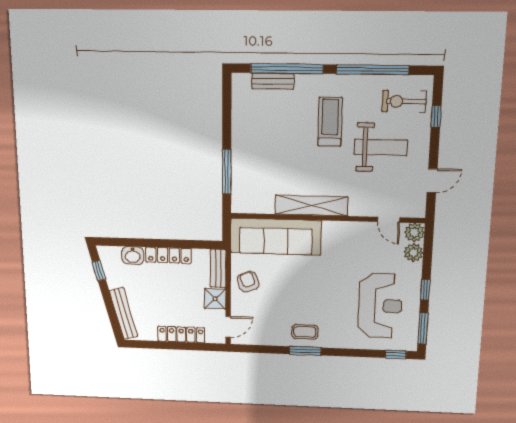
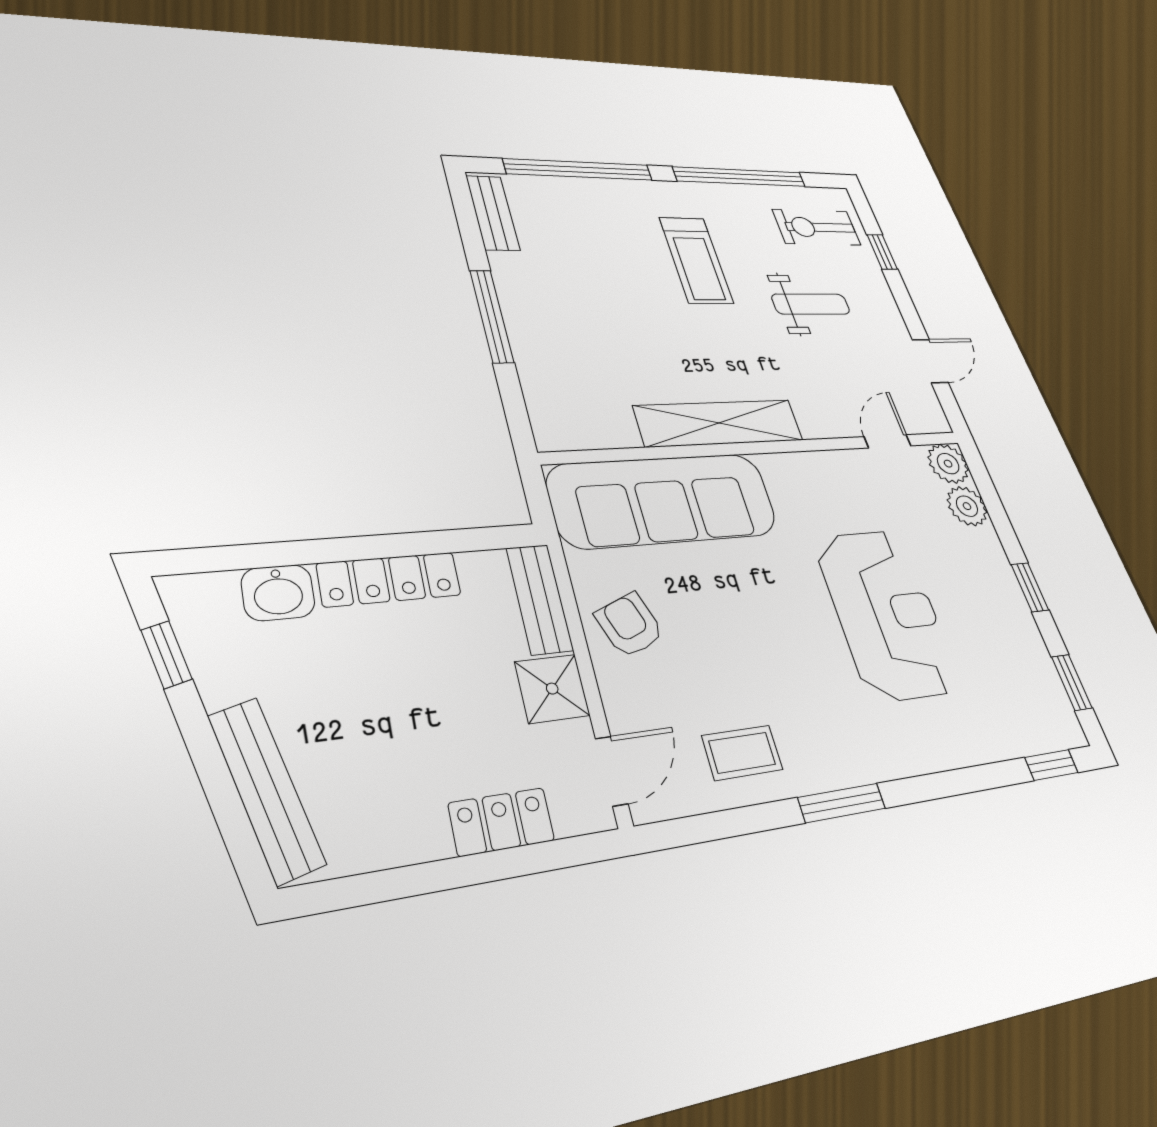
bench: (273, 81) -> (493, 213), moved, turned 90
treadmill: (330, 122) -> (696, 260), turned 180
weight bench: (381, 147) -> (811, 304), width x0.73, depth x0.75
window: (227, 172) -> (492, 316), moved
door: (389, 220) -> (888, 441), swing flipped
reception desk: (380, 306) -> (886, 613), moved
window: (423, 328) -> (1072, 682), width x0.67
coffee table: (305, 332) -> (742, 753), moved
locker: (181, 334) -> (501, 822), width x0.66

